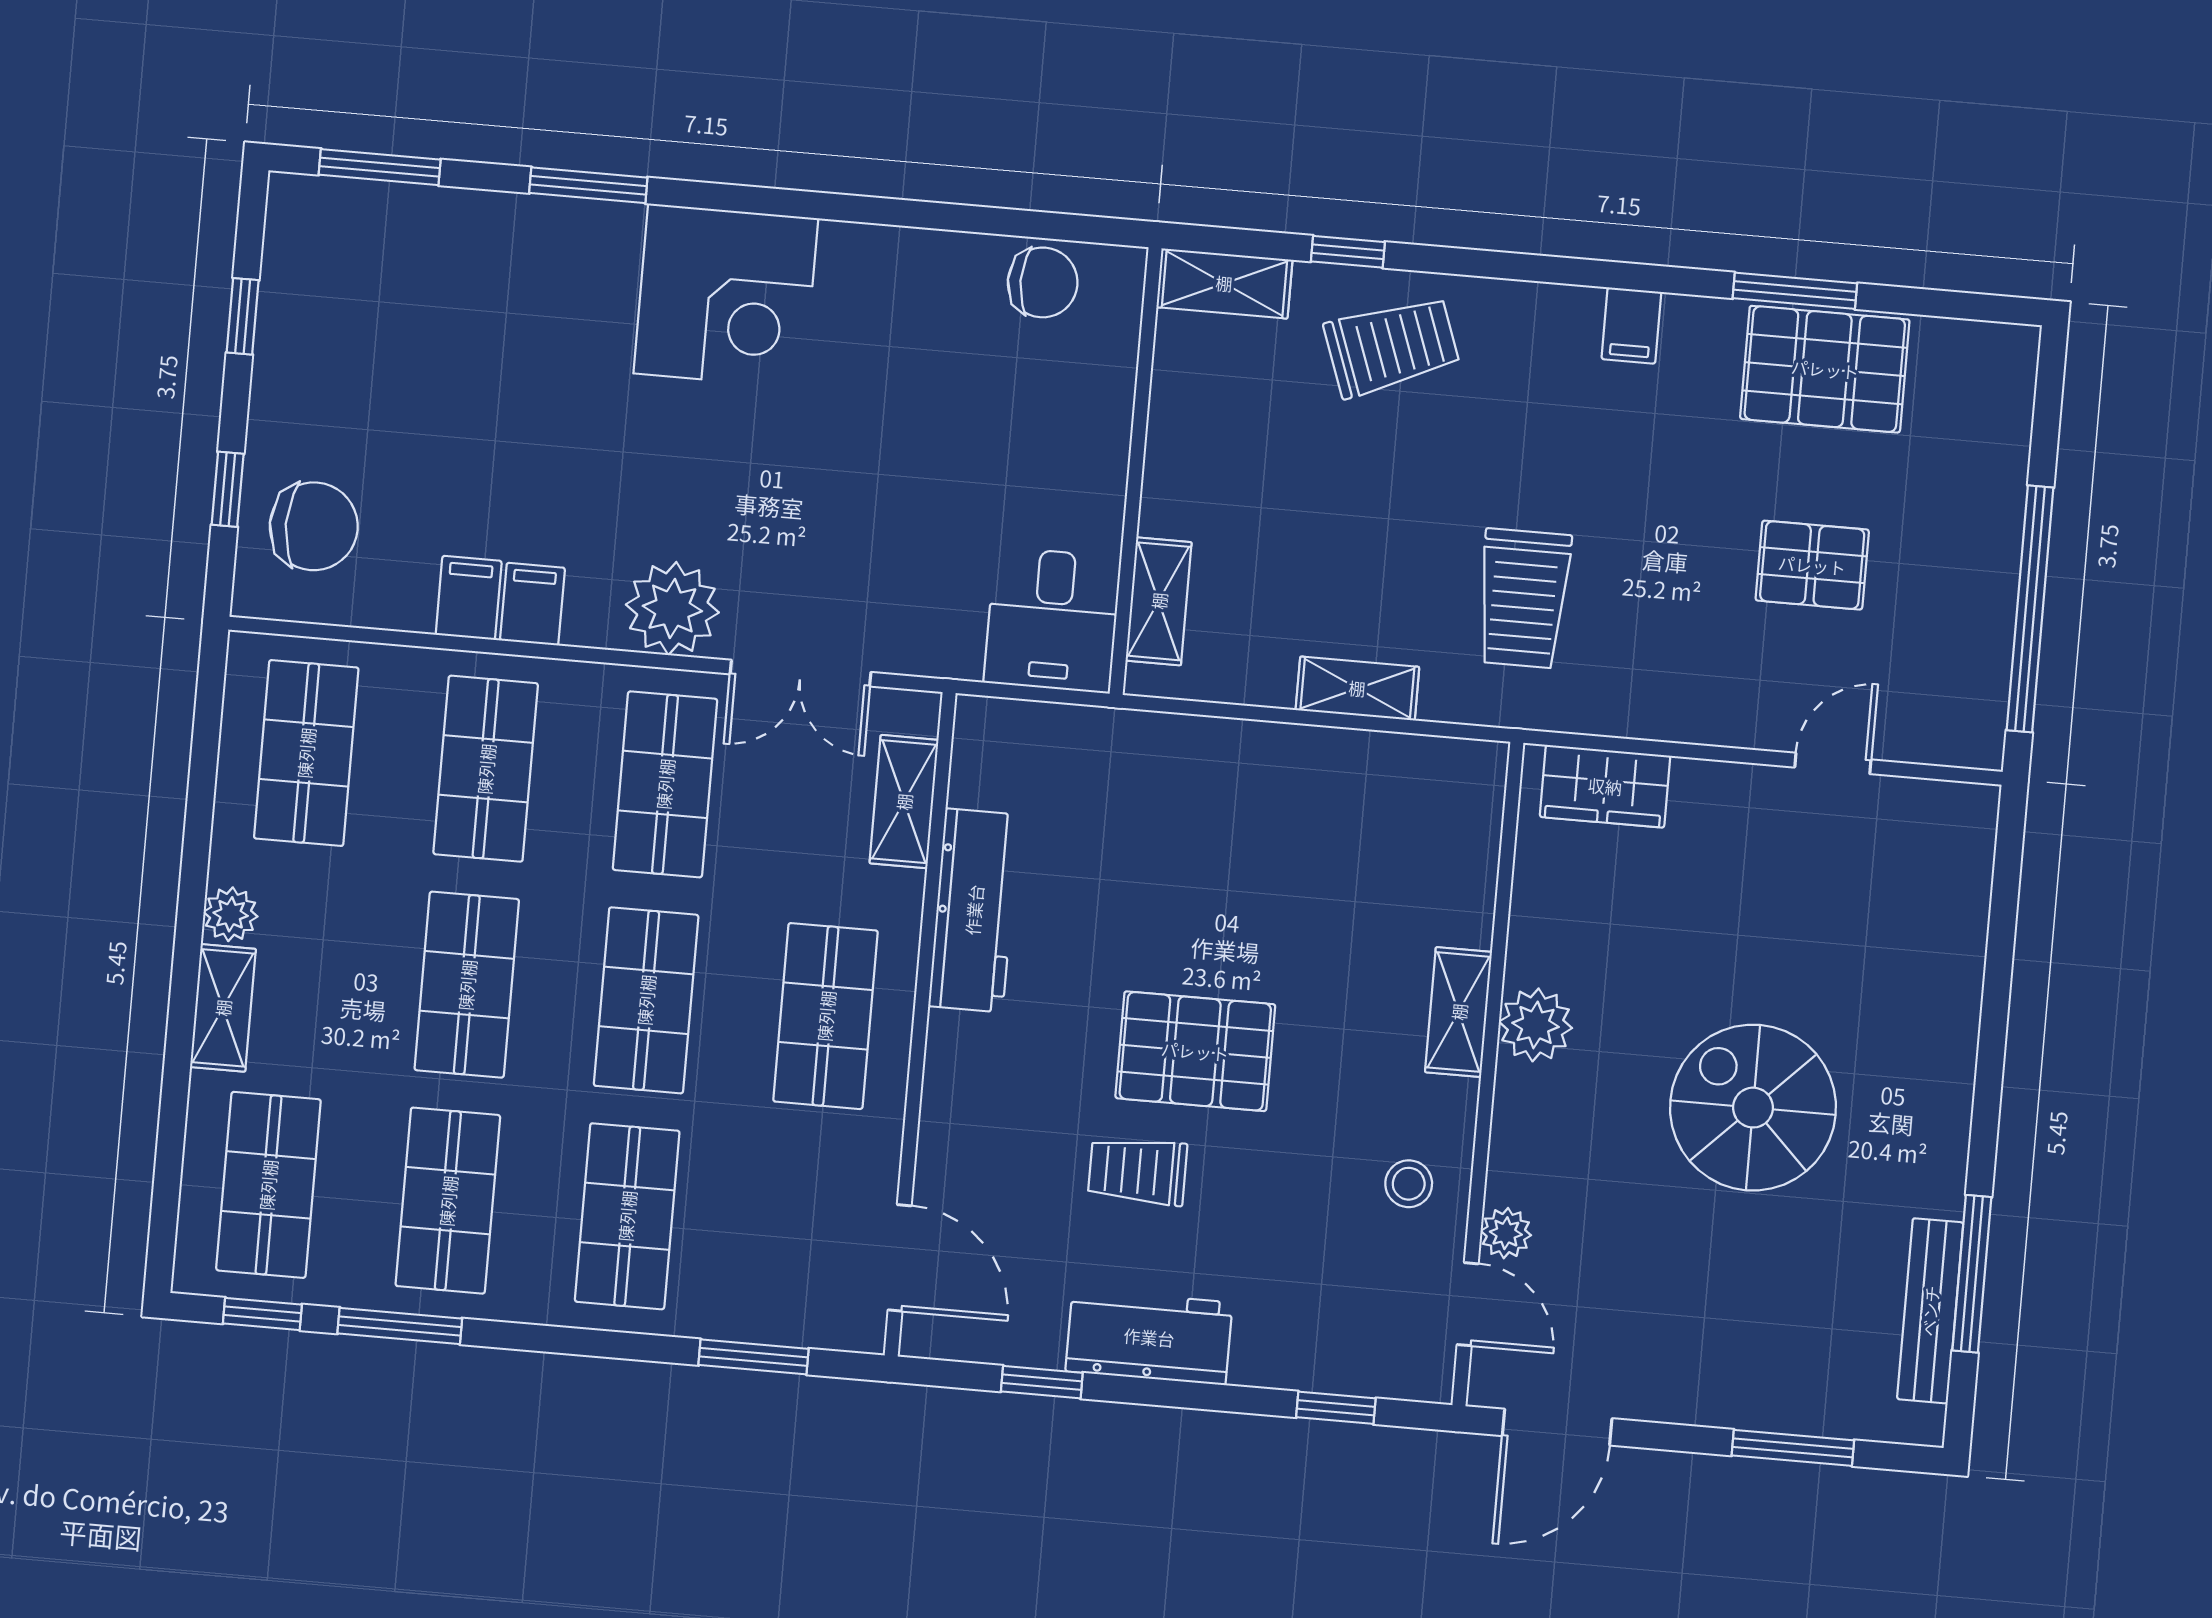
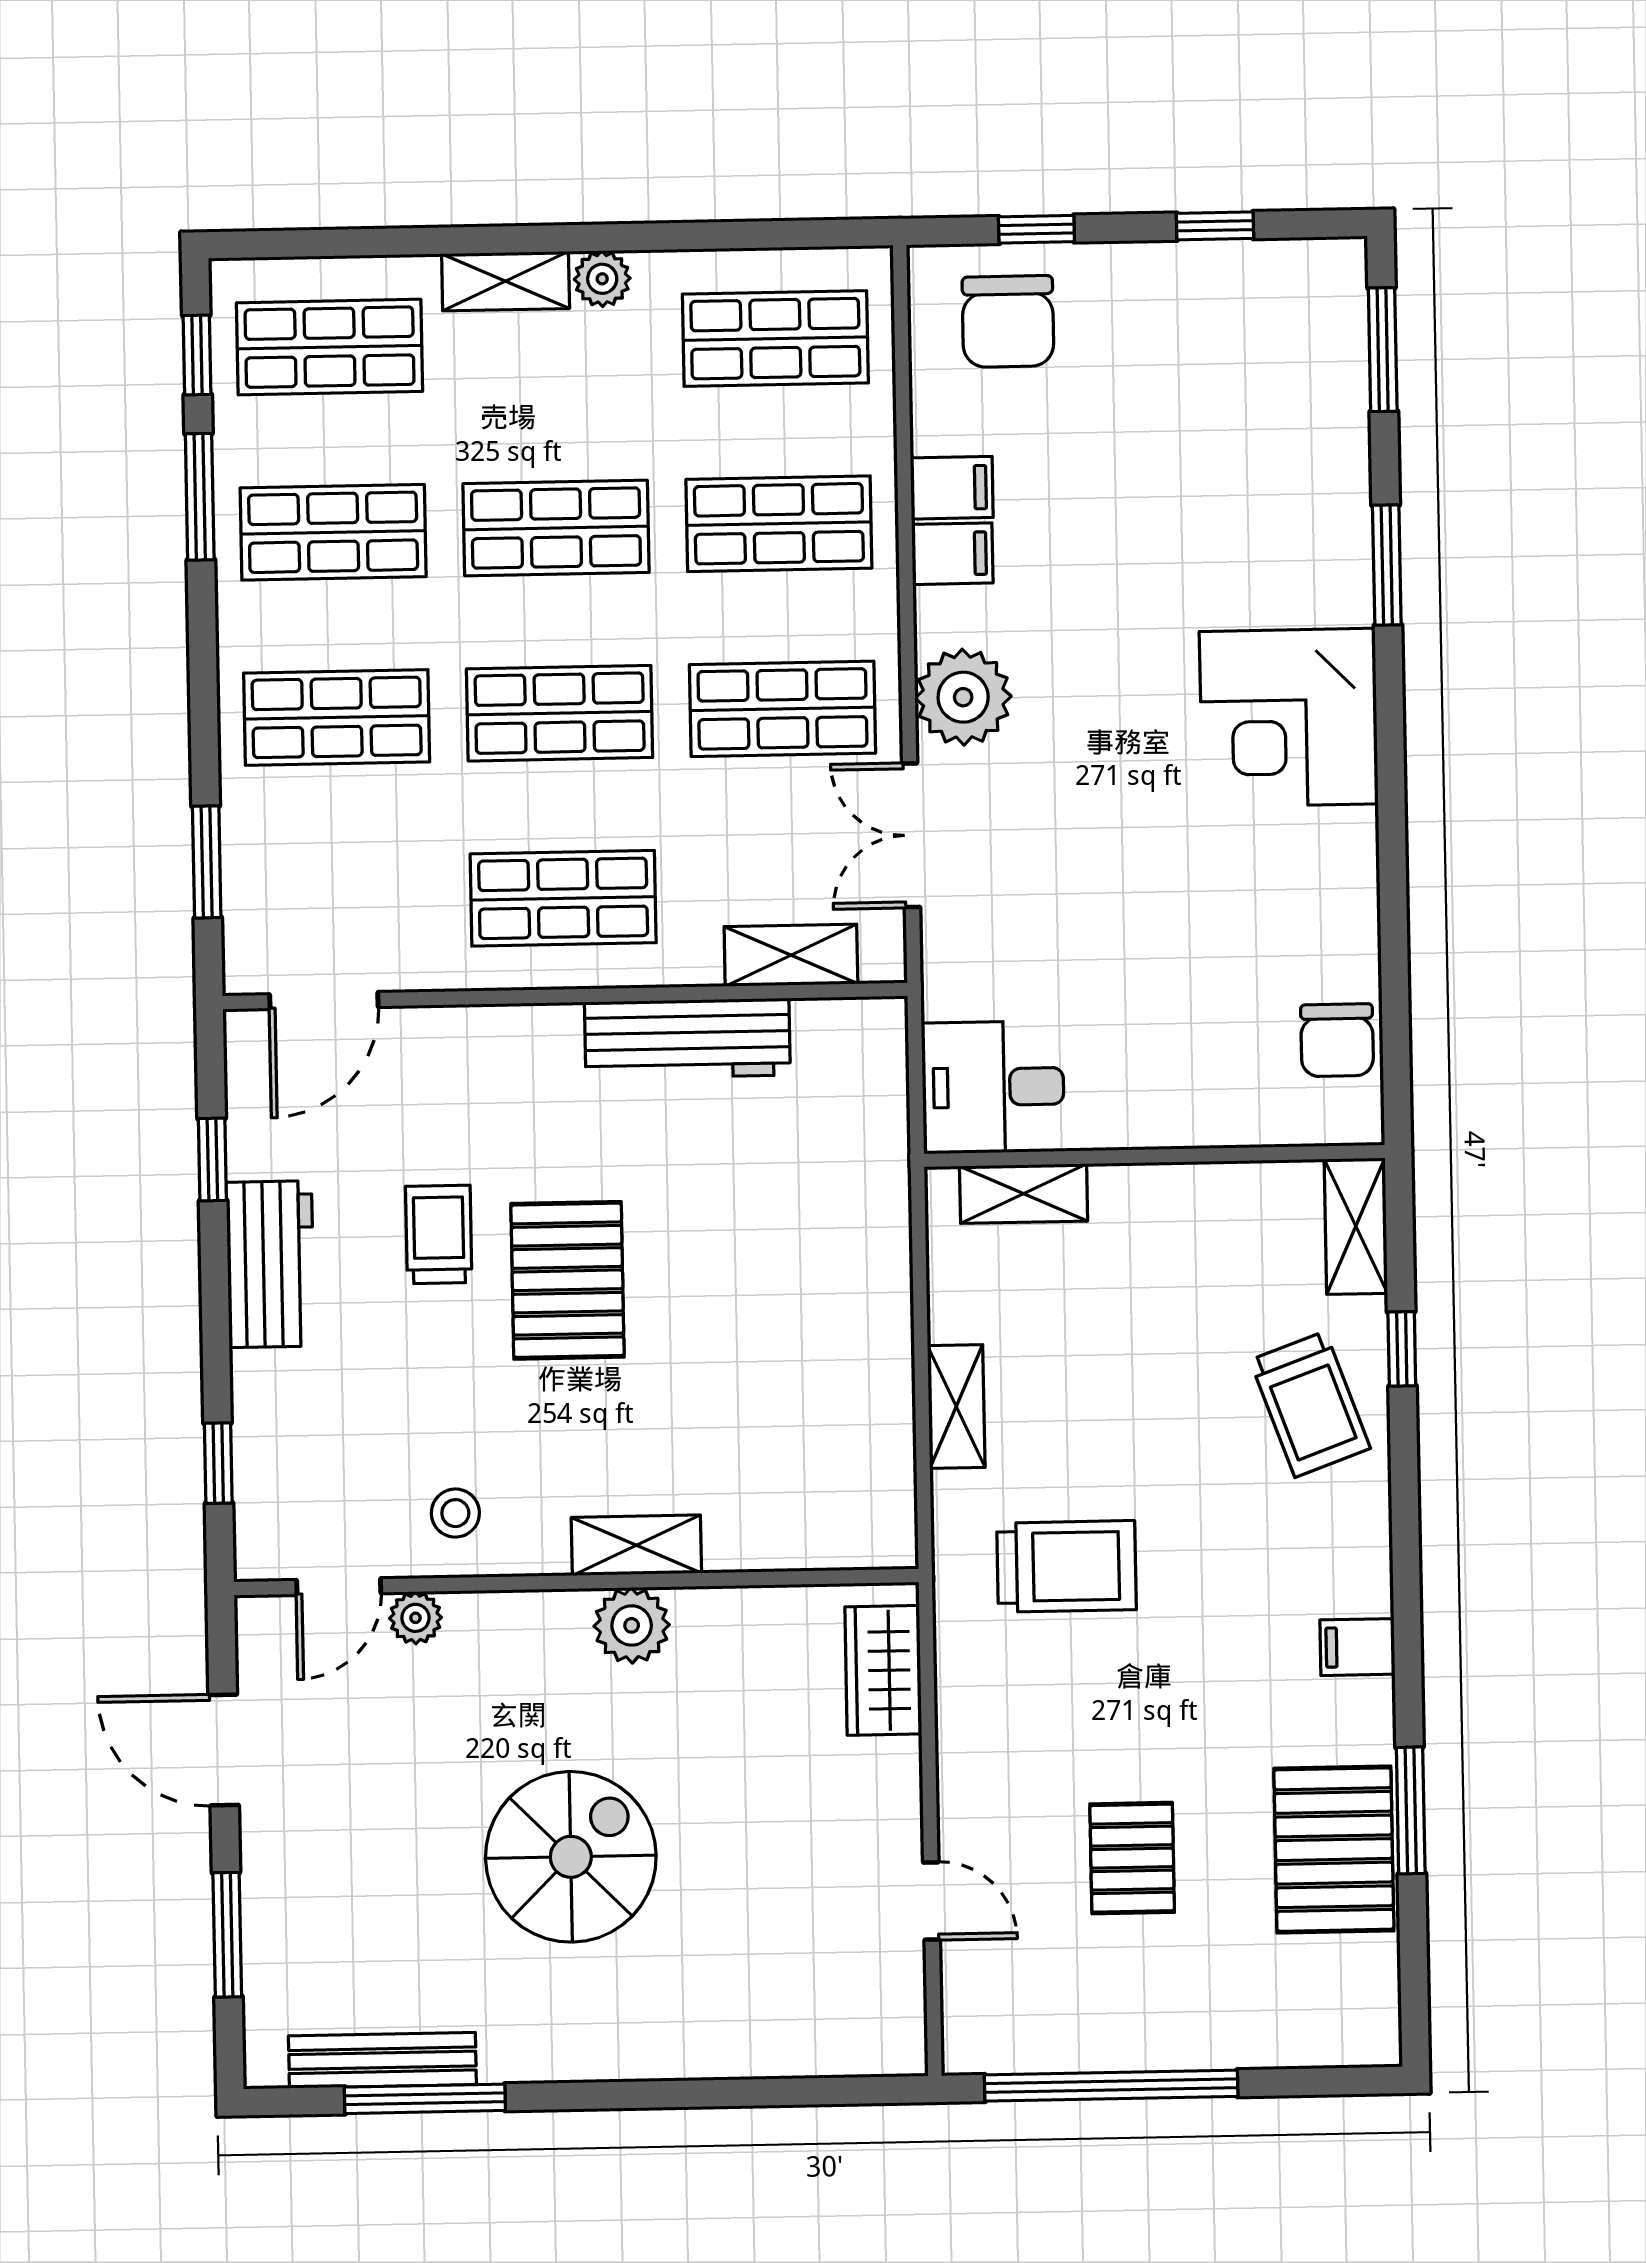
trolley: (1523, 598) -> (1066, 1566), turned 180
door: (1557, 1427) -> (224, 1750), moved

